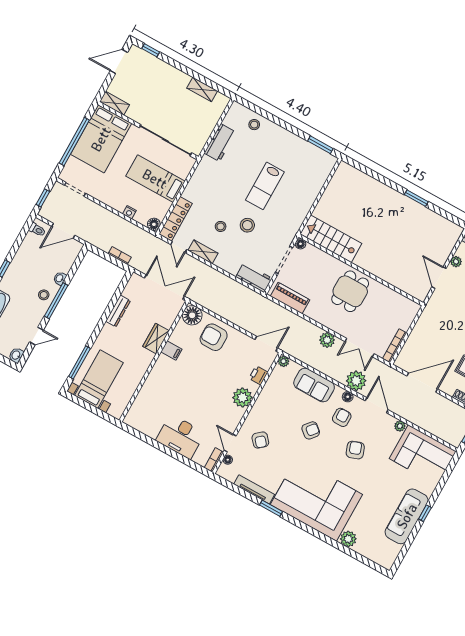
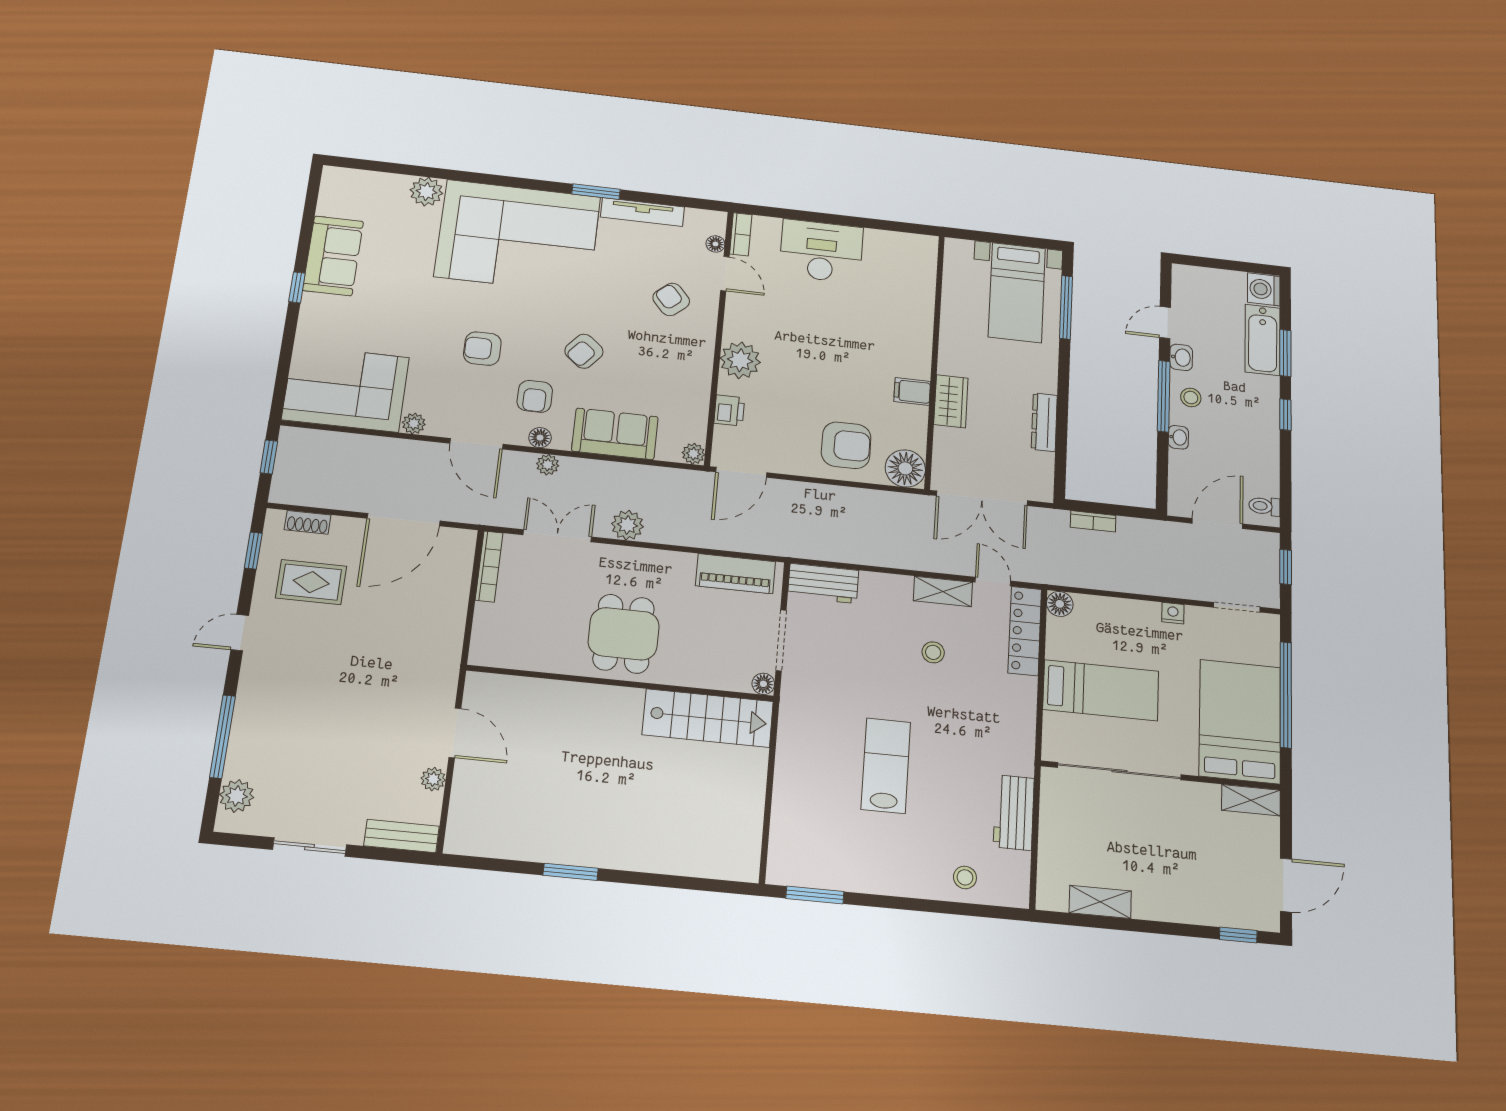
nightstand: (129, 212) -> (1173, 613), moved
stool: (247, 225) -> (883, 676), removed
washbasin: (16, 355) -> (1181, 357), moved
plant: (356, 381) -> (548, 465), width x0.53, depth x0.53
armchair: (355, 450) -> (482, 349), turned 110
sofa: (407, 516) -> (333, 256), width x0.73

